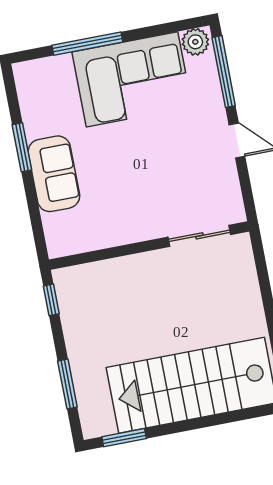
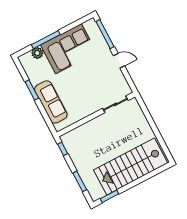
plant: (195, 42) -> (37, 53), moved
sofa: (54, 174) -> (51, 102), width x1.36

